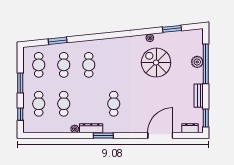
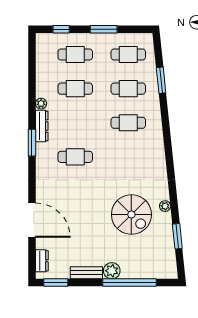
plant: (197, 62) -> (112, 271), moved
spiral stairs: (156, 63) -> (131, 215), turned 90

